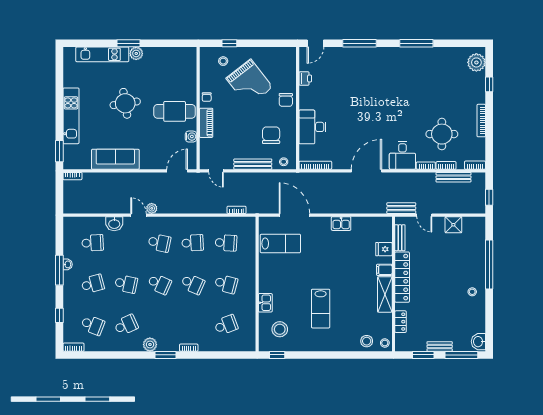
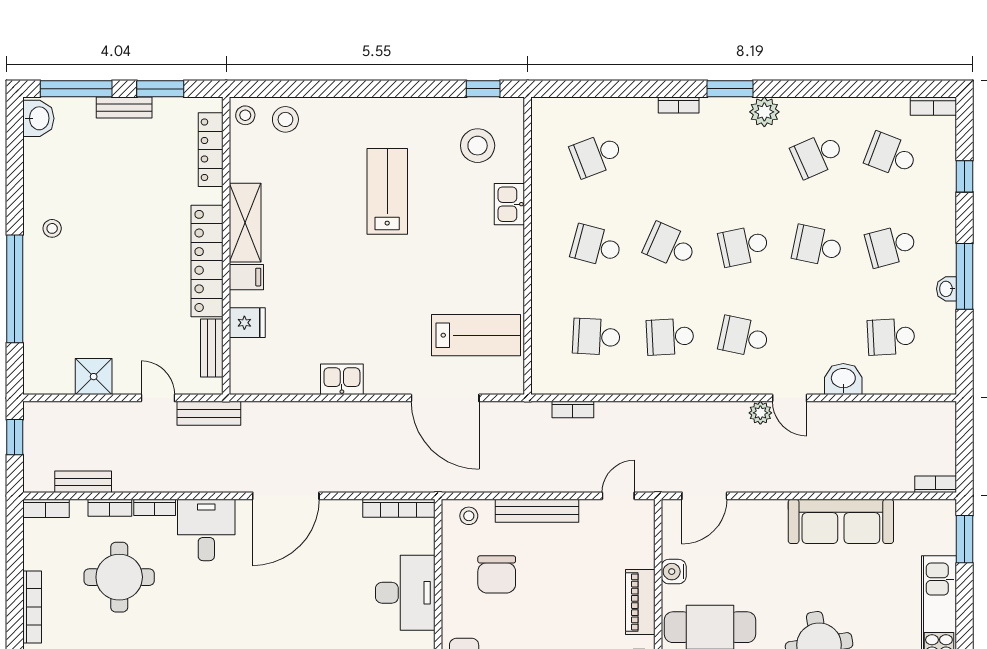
door: (216, 171) -> (618, 496), hinge flipped
bench: (453, 177) -> (83, 482), width x0.73
lab bench: (280, 243) -> (476, 335), turned 180
school desk: (159, 284) -> (744, 246), turned -36
locker: (400, 322) -> (211, 150), width x1.53

